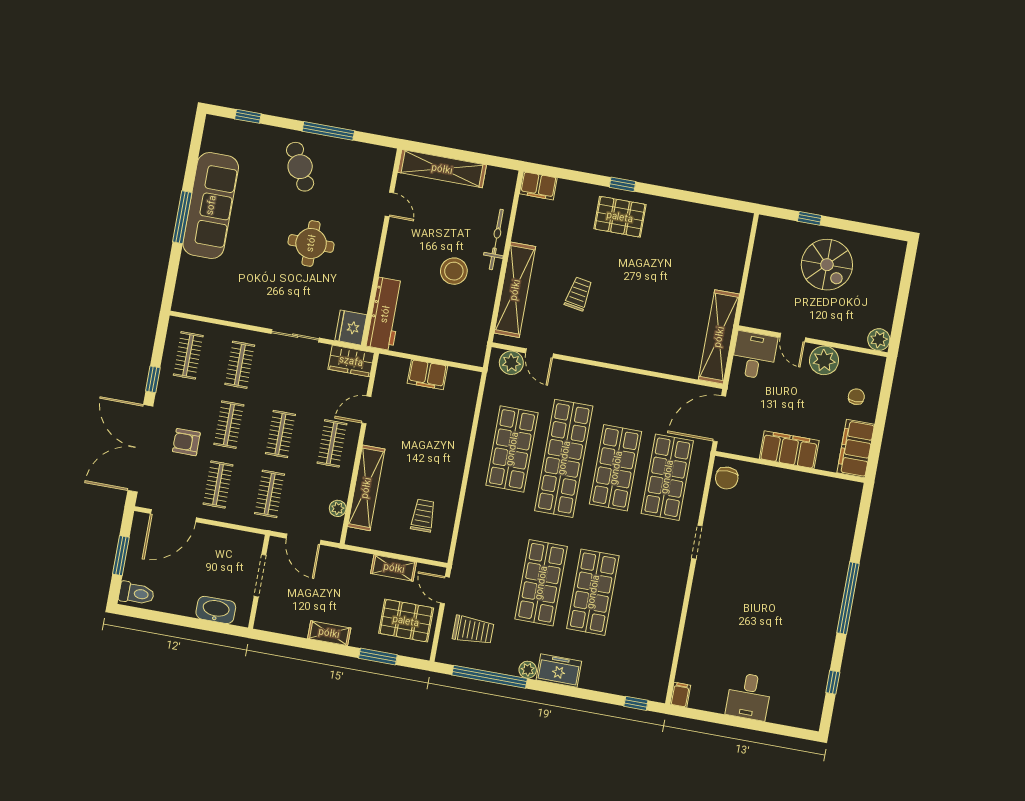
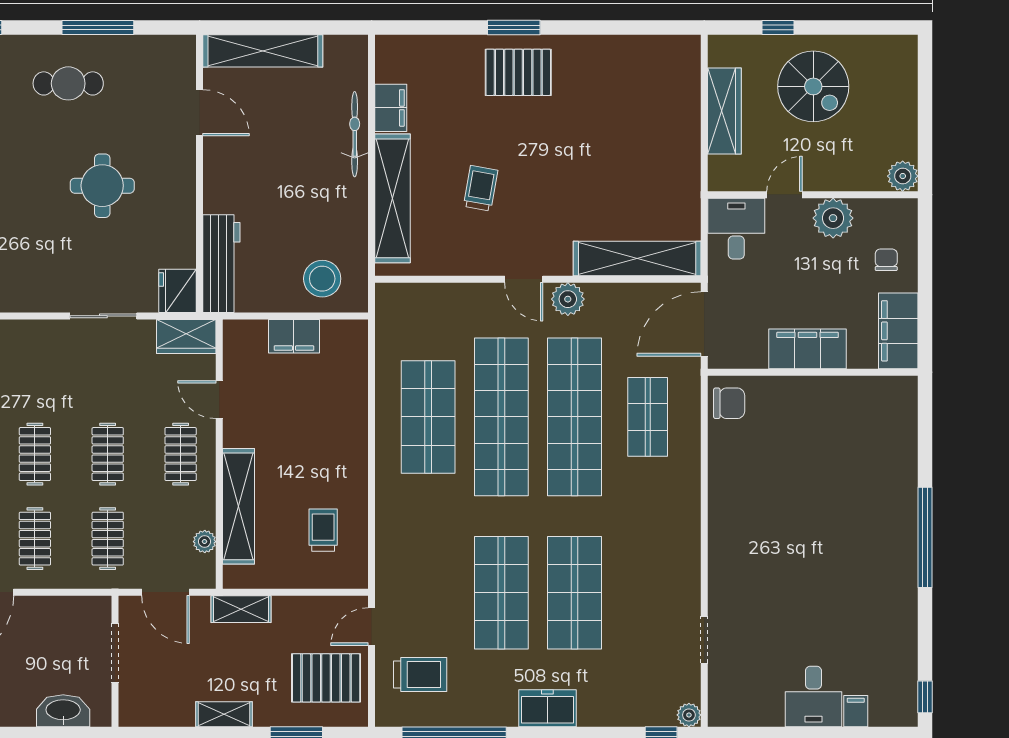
cafe table: (300, 167) -> (68, 83), turned -63
window: (623, 184) -> (514, 27), width x1.50
filing cabinet: (538, 186) -> (391, 108), moved, turned -90
door: (389, 204) -> (200, 113), width x1.38
stool: (454, 271) -> (322, 279), moved
wardrobe: (761, 271) -> (724, 111), added
shelving: (719, 337) -> (637, 258), moved, turned 90
door: (793, 338) -> (784, 195), swing flipped
door: (539, 353) -> (524, 279), moved
plant: (511, 363) -> (568, 299), moved
clothes rail: (240, 365) -> (35, 369), removed
door: (366, 410) -> (219, 400), hinge flipped
shop shelf: (616, 468) -> (575, 417), width x1.40
shop shelf: (667, 477) -> (648, 417), width x0.70, depth x0.74
chair: (727, 478) -> (729, 403), turned -90
doorway: (697, 542) -> (704, 640), moved
shelving: (394, 568) -> (241, 609), moved
door: (445, 590) -> (372, 627), hinge flipped
plant: (528, 670) -> (689, 715), moved
window: (833, 682) -> (925, 697), moved
filing cabinet: (680, 695) -> (856, 711), moved

